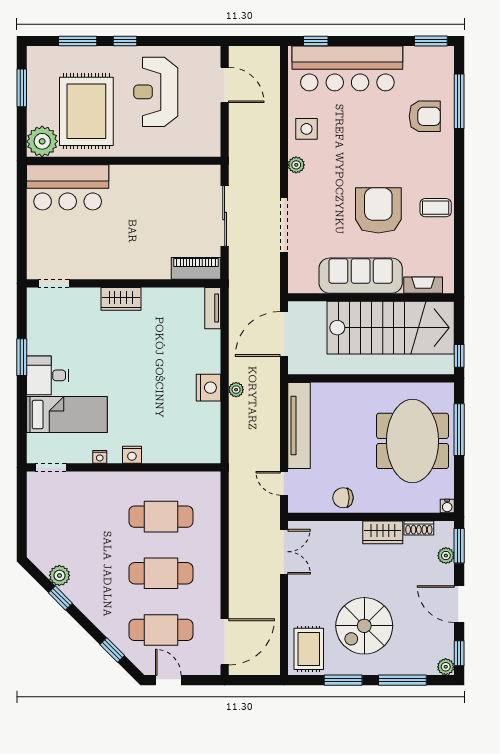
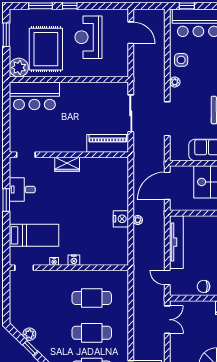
piano: (196, 268) -> (108, 143), width x1.37, depth x1.33
tv unit: (213, 308) -> (123, 170), removed
desk: (48, 375) -> (22, 190), moved

